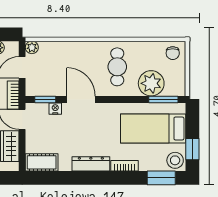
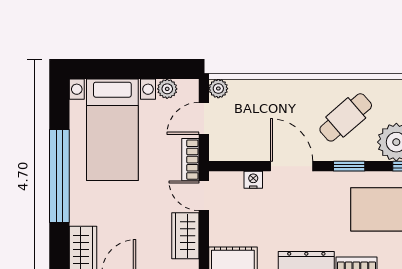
cafe table: (117, 67) -> (346, 117), turned 49
window: (45, 99) -> (349, 166), moved

